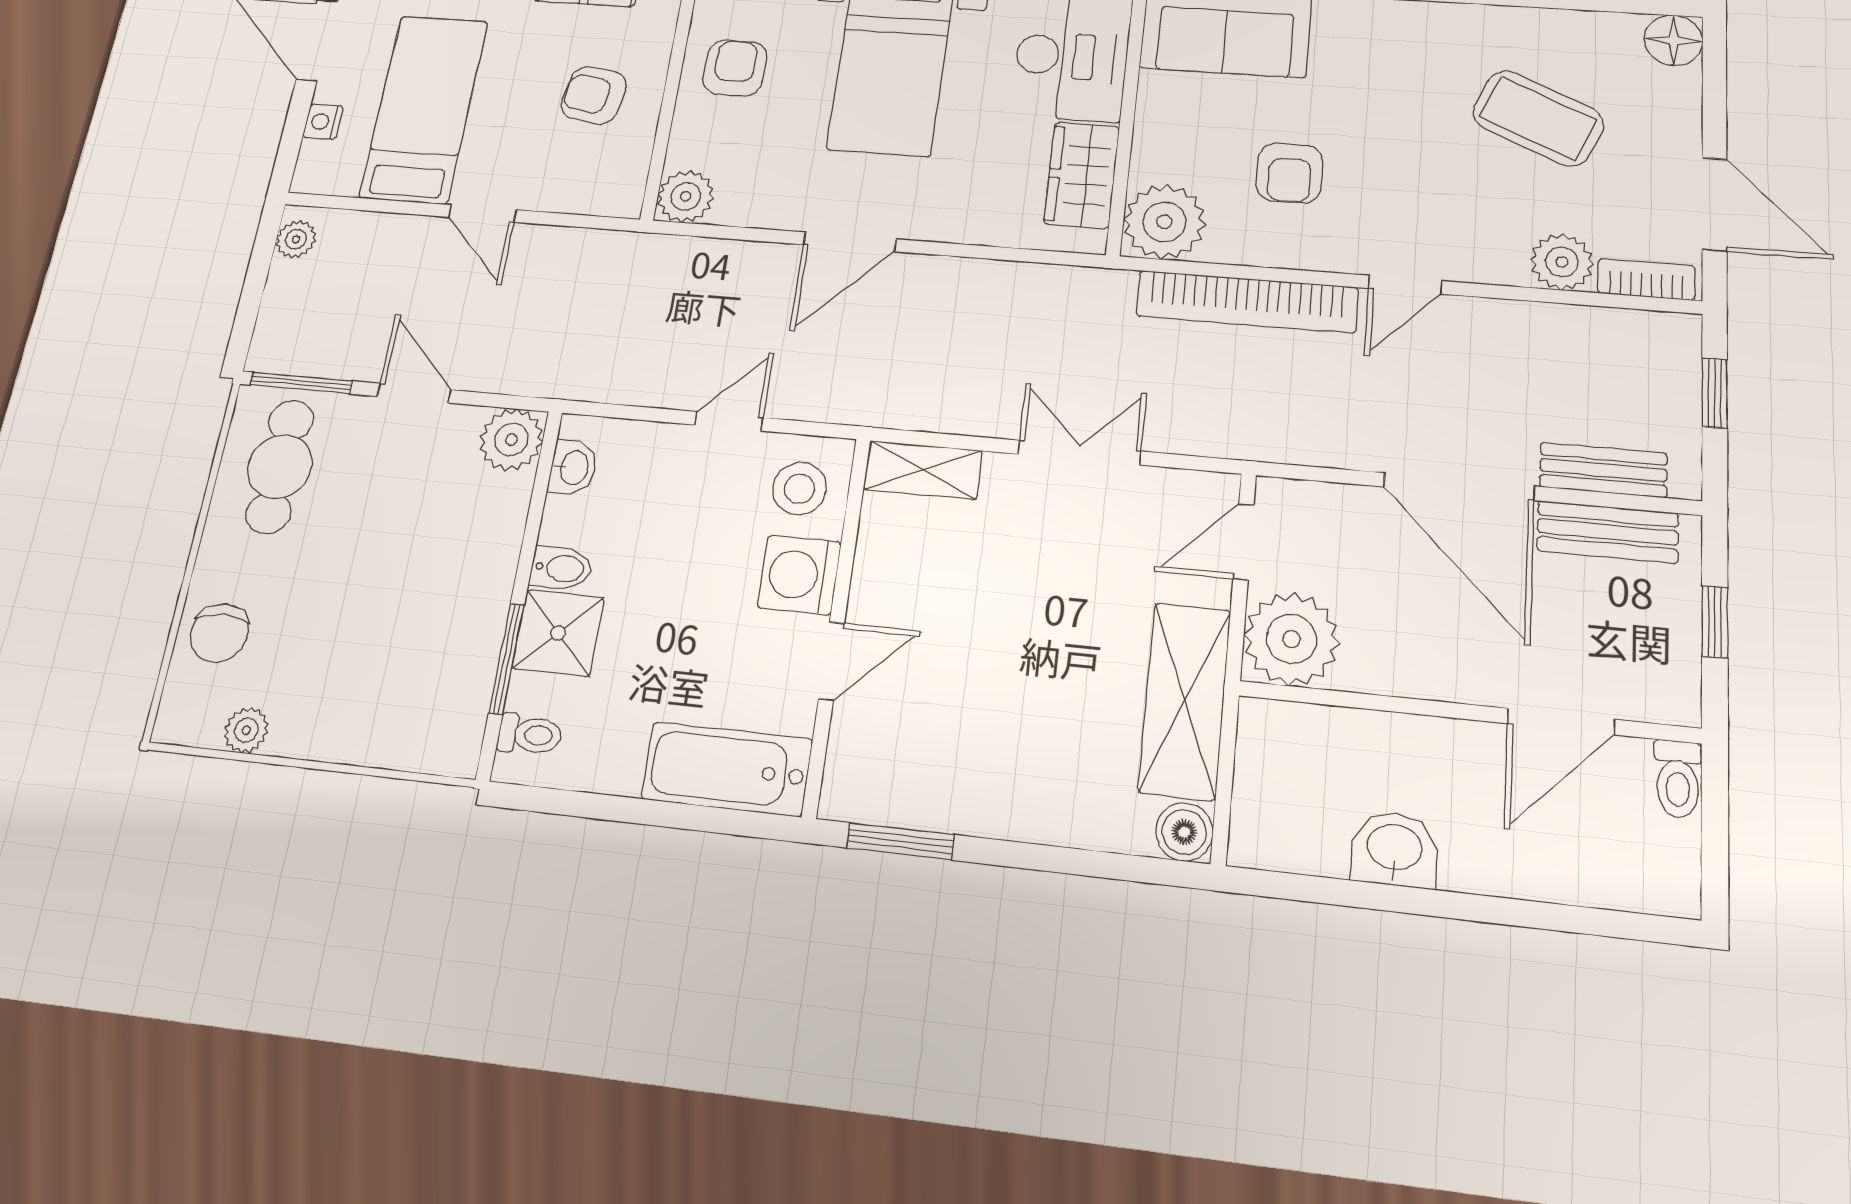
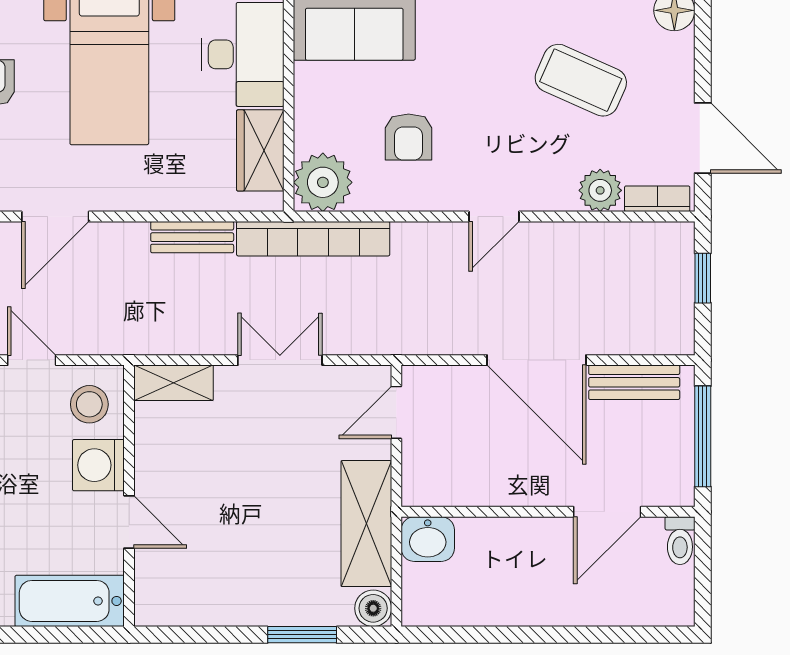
door: (850, 242) -> (55, 217), moved
bookcase: (1247, 302) -> (313, 239), moved
door: (729, 421) -> (32, 360), hinge flipped
bench: (1603, 470) -> (192, 237), moved
window: (1715, 622) -> (703, 436), width x2.17
plant: (1291, 639) -> (433, 476), removed
door: (831, 661) -> (129, 522), hinge flipped
window: (900, 841) -> (302, 635), moved
washbasin: (1394, 849) -> (428, 539), moved, turned 180

